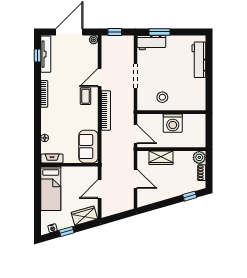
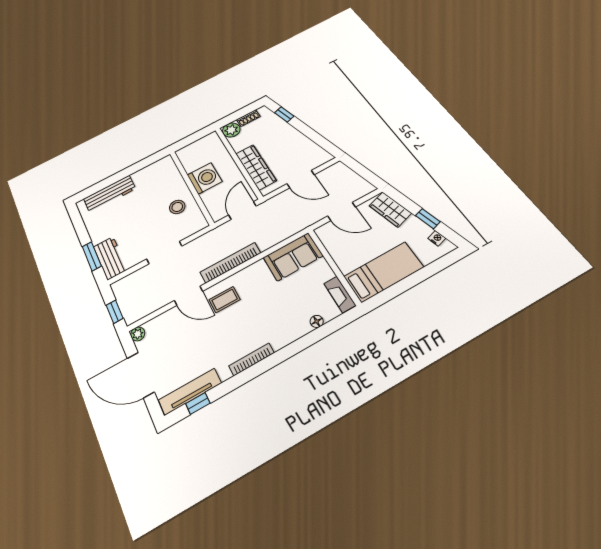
wardrobe: (161, 158) -> (256, 167), width x1.50
door: (136, 179) -> (300, 179), swing flipped

